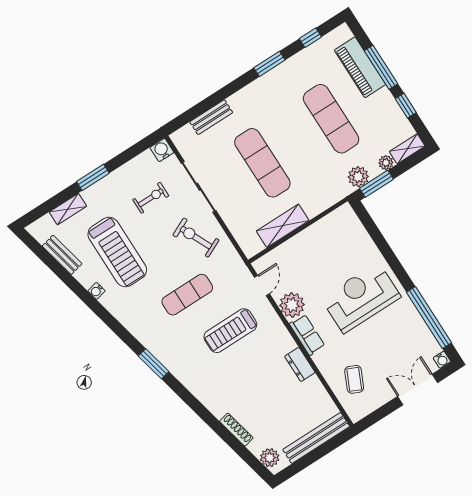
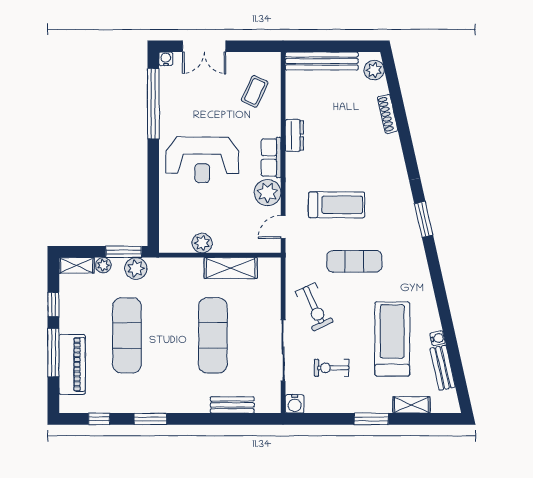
plant: (318, 231) -> (202, 243), added
water cooler: (96, 291) -> (438, 338), moved

